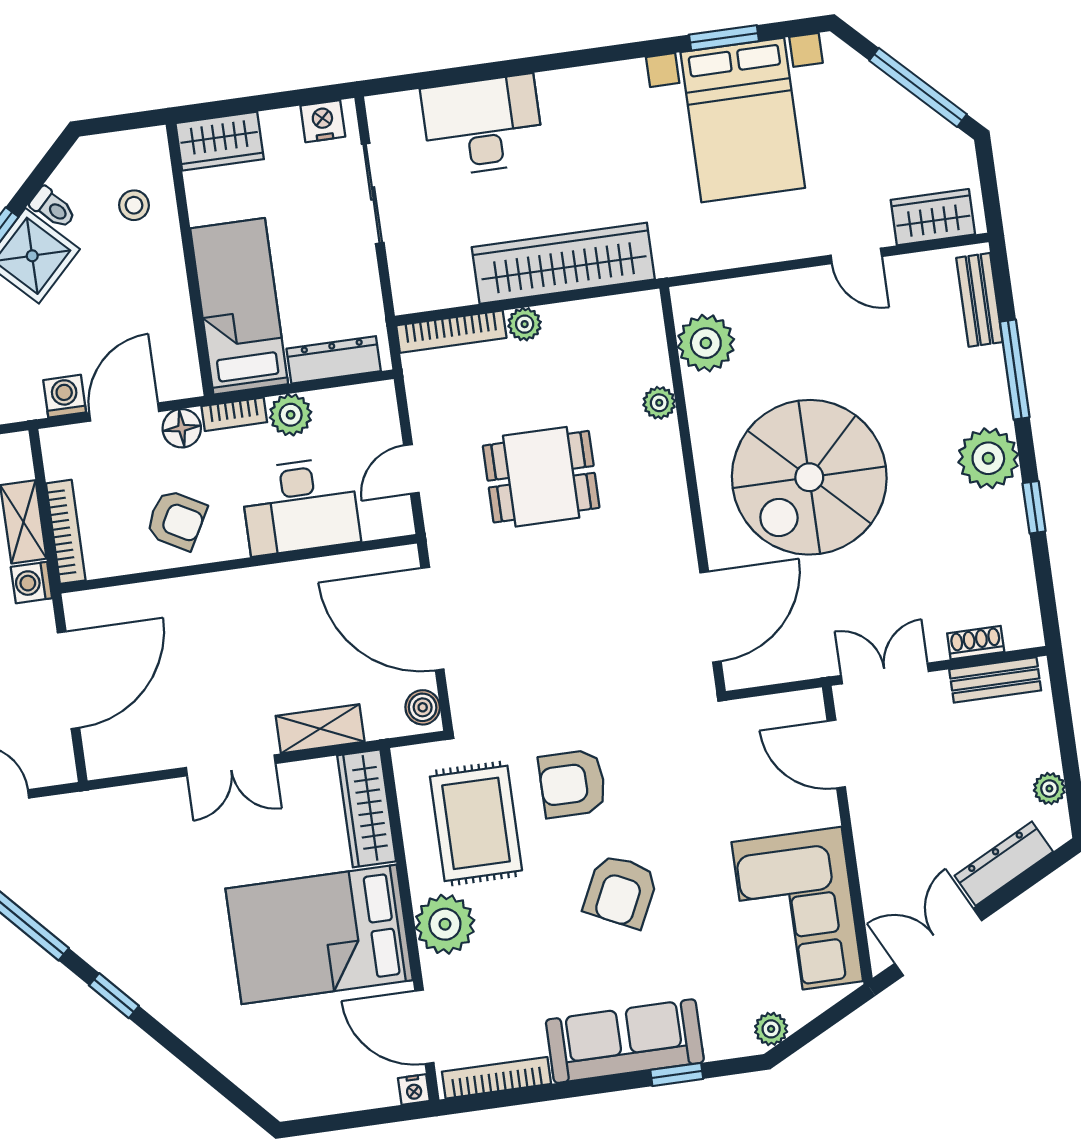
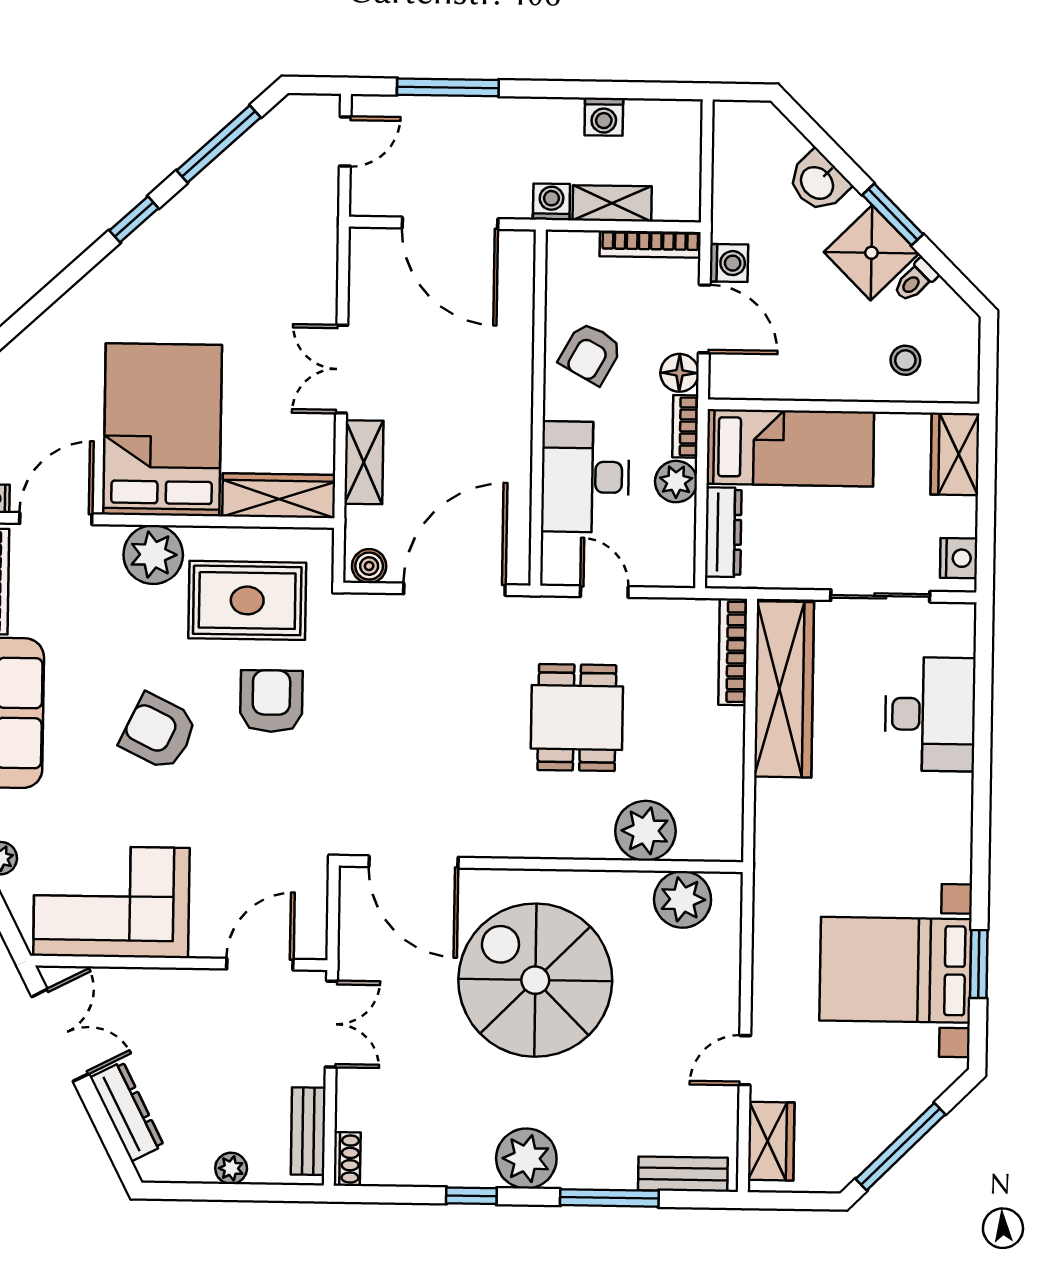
wardrobe: (563, 263) -> (784, 689), moved
plant: (525, 324) -> (729, 725), removed
plant: (659, 403) -> (645, 831), width x1.88, depth x1.88
bookcase: (66, 532) -> (650, 244), moved
shoe rack: (976, 643) -> (347, 1159), moved
plant: (1049, 789) -> (231, 1168), moved

